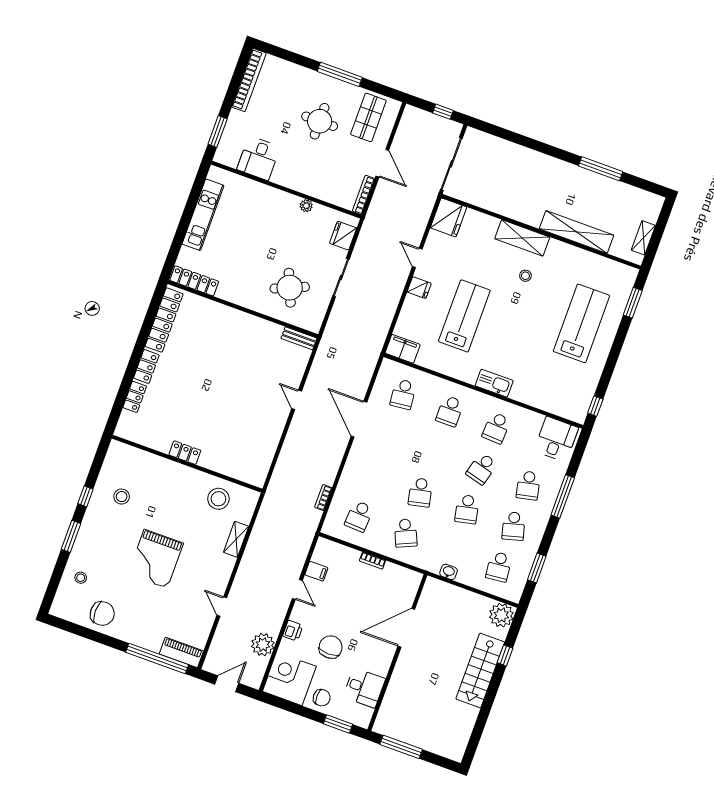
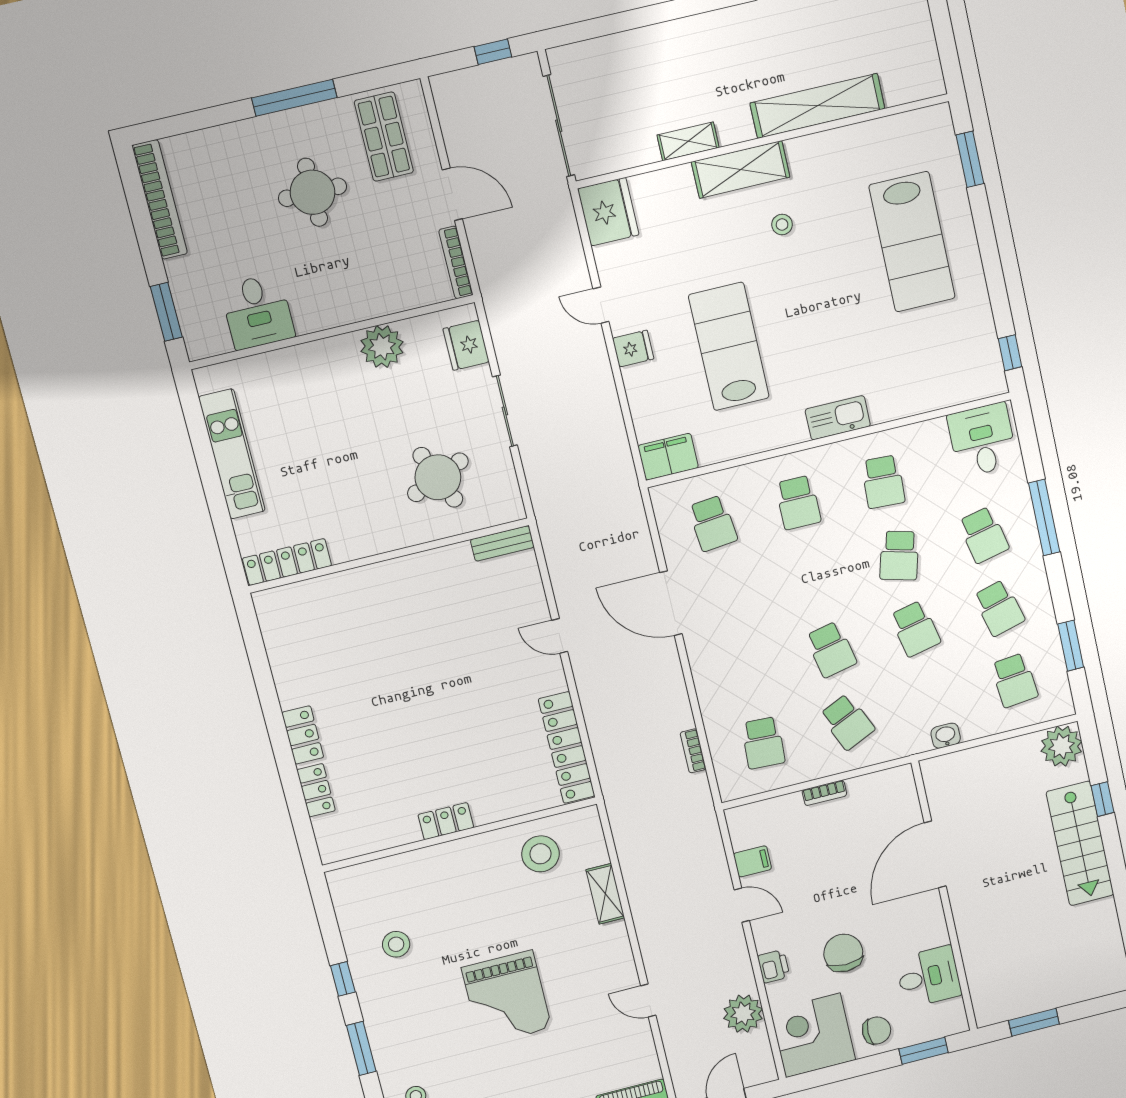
plant: (306, 206) -> (382, 347), width x1.88, depth x1.88
shelving: (643, 238) -> (688, 141), moved, turned 90
locker: (164, 320) -> (567, 748), moved, turned 180
lab bench: (581, 323) -> (912, 242), turned 180
window: (401, 747) -> (1034, 1022), width x0.69

